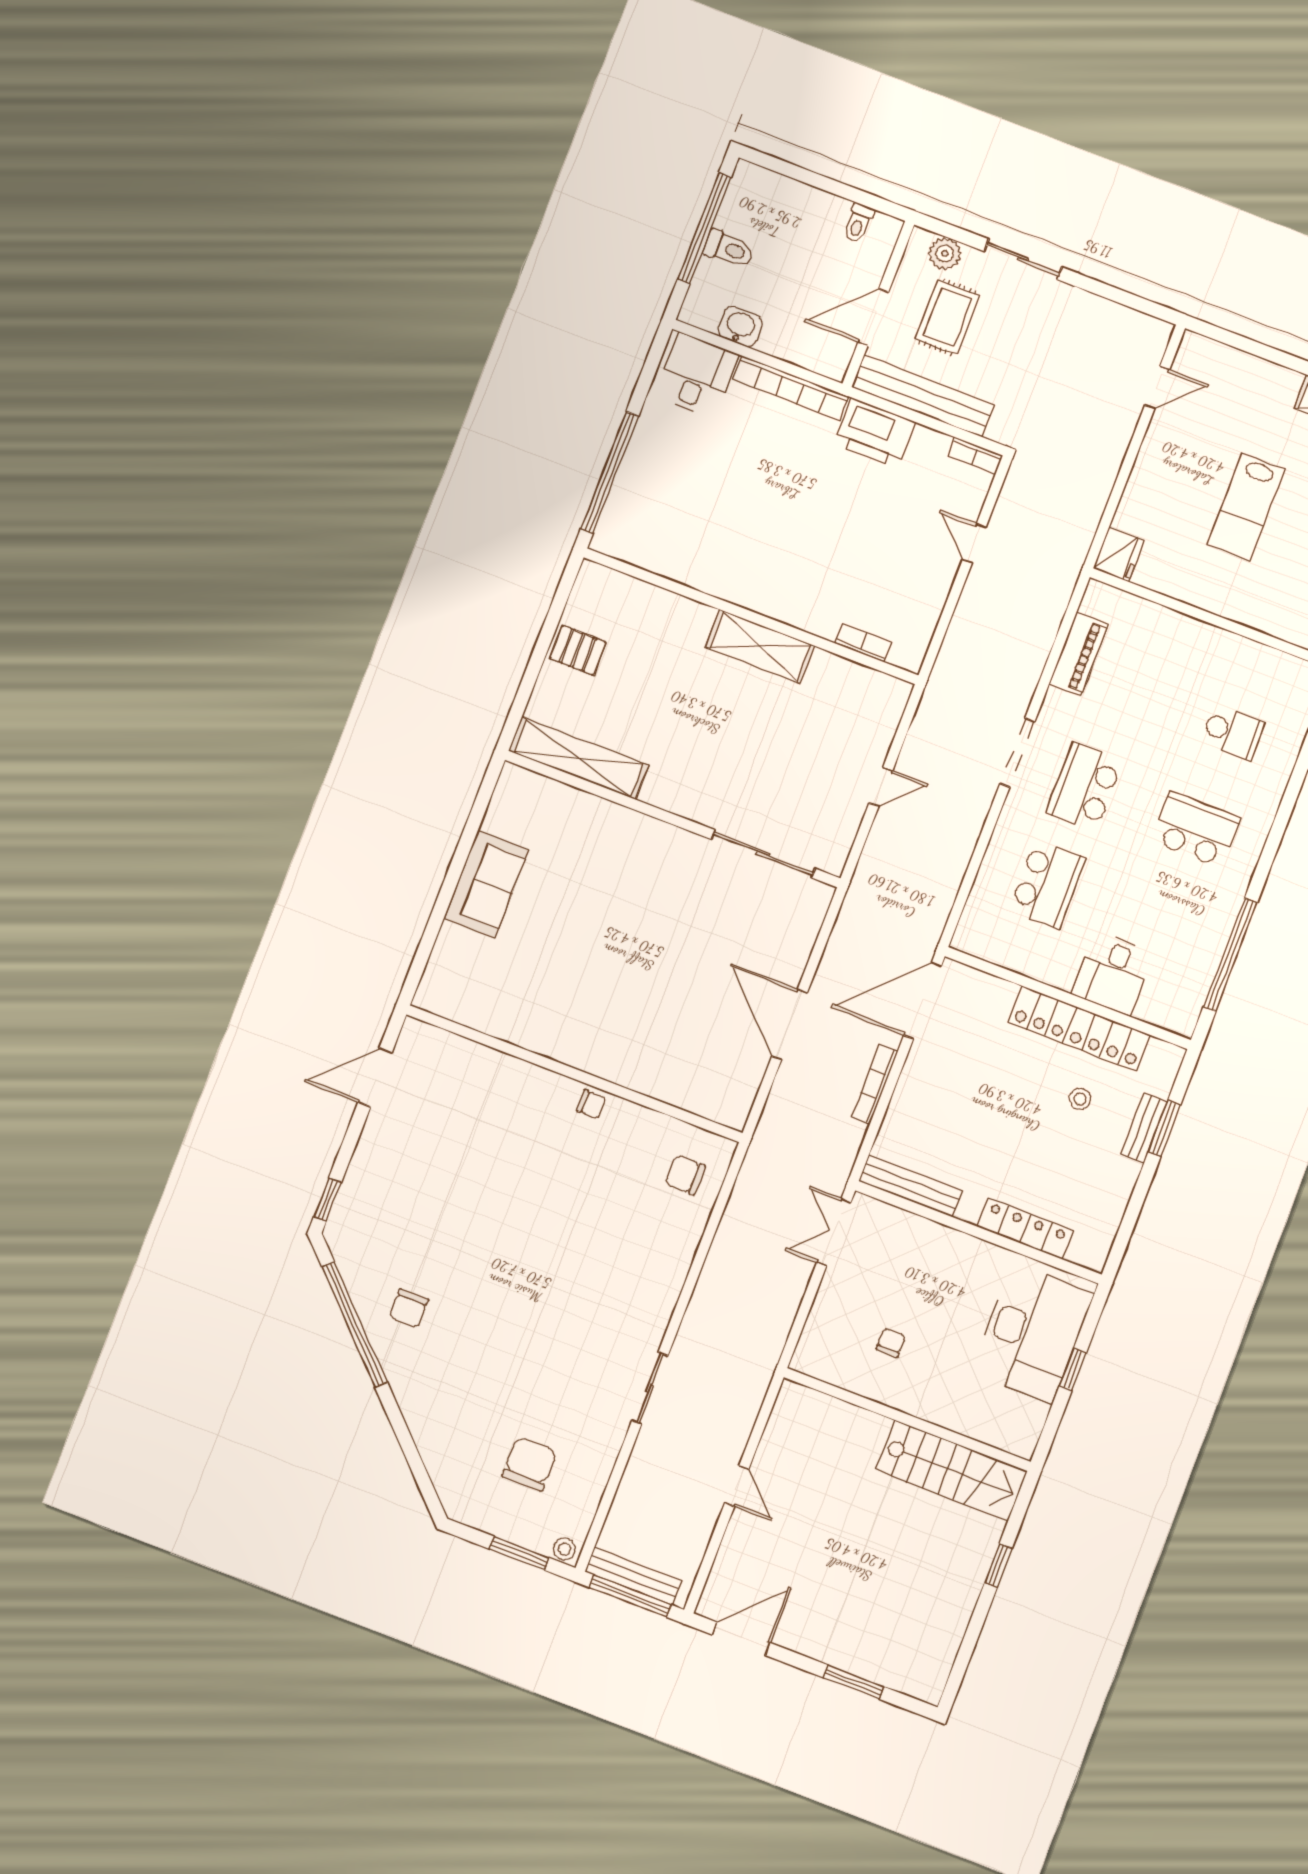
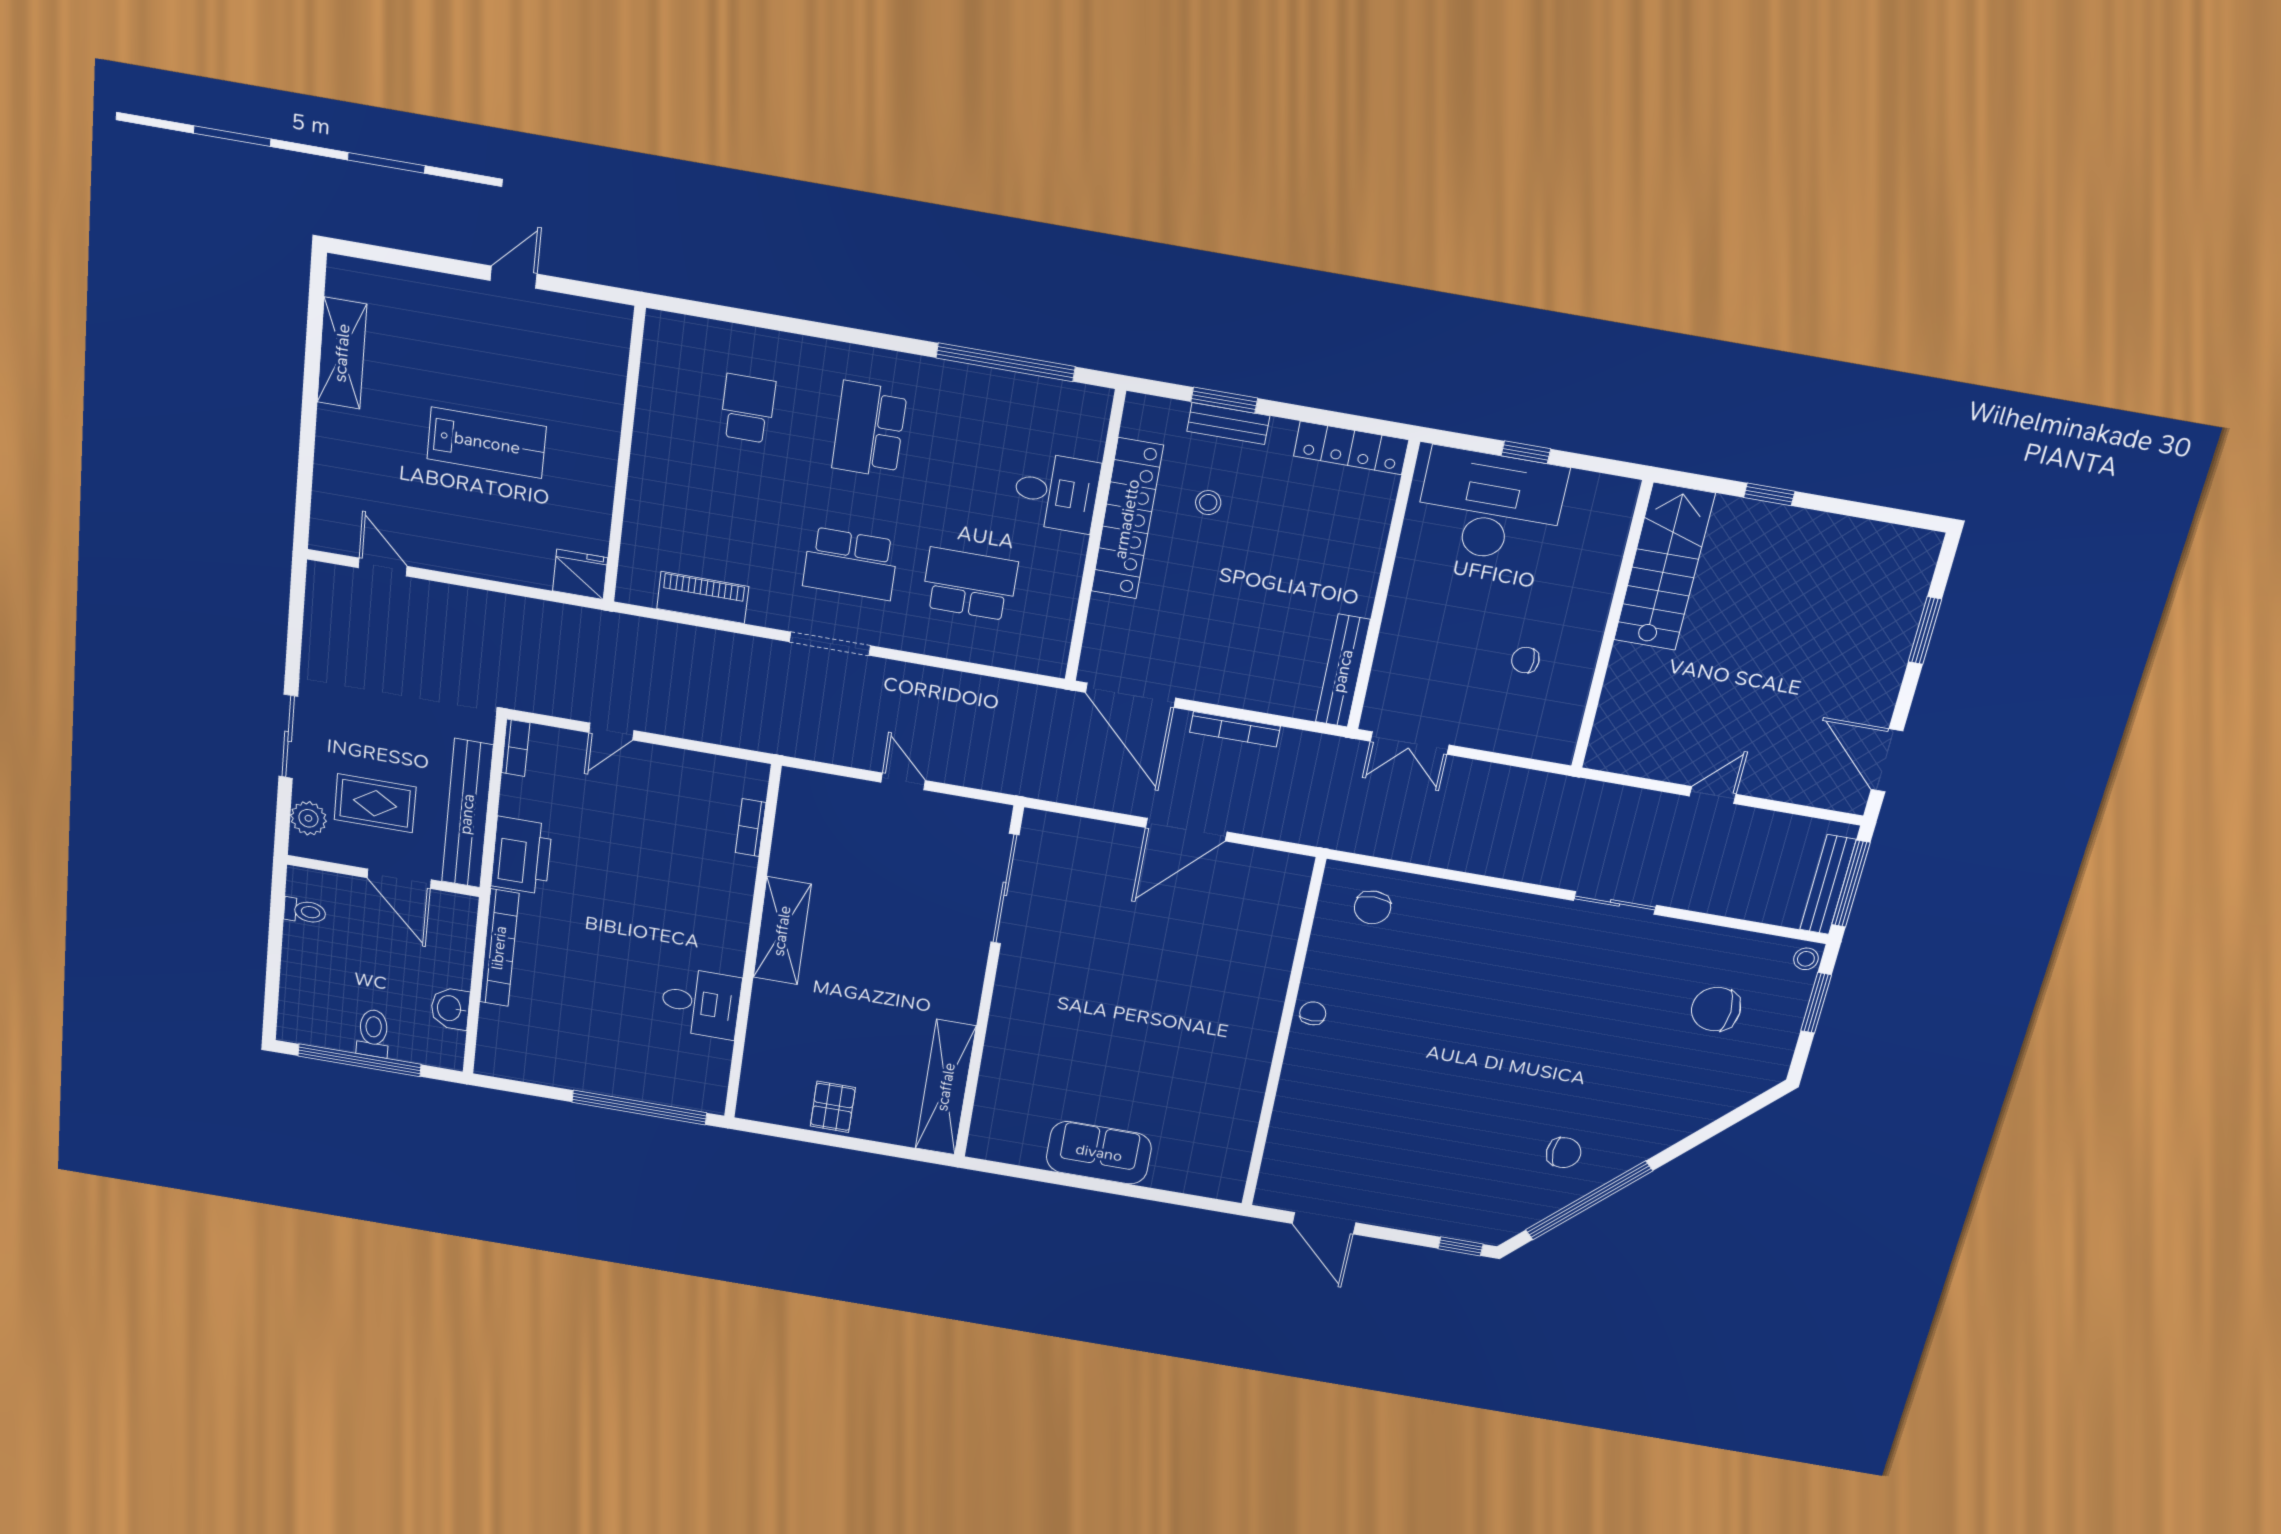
desk: (697, 375) -> (701, 1003), moved, turned 180
locker: (1025, 1229) -> (1351, 448), moved, turned -90

